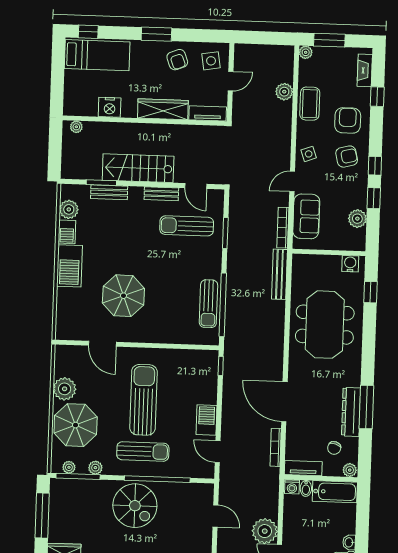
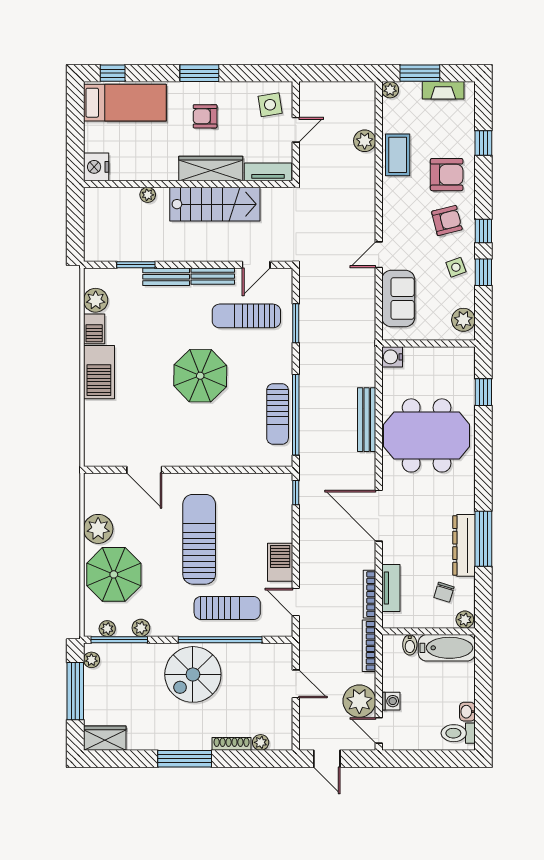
armchair: (177, 60) -> (205, 116), moved, turned 111
fireplace: (365, 70) -> (443, 90), moved, turned -90
nightstand: (110, 107) -> (96, 167), moved, turned 90
armchair: (348, 120) -> (447, 175), turned 90
plant: (76, 127) -> (148, 195), moved
side table: (309, 154) -> (456, 267), moved
stairs: (138, 168) -> (215, 204), moved, turned 180
door: (196, 186) -> (256, 265), hinge flipped
bench: (109, 192) -> (166, 277), moved
plant: (357, 219) -> (463, 320), moved
bookcase: (283, 228) -> (369, 646), moved
water cooler: (350, 264) -> (392, 357), moved, turned -90
bench: (279, 274) -> (367, 420), moved
parasol: (123, 296) -> (200, 376), moved
meeting table: (325, 325) -> (427, 435), turned 90
door: (284, 402) -> (379, 516), moved
sun lounger: (143, 451) -> (227, 608), moved
tv unit: (303, 468) -> (391, 588), moved, turned 90
washing machine: (292, 487) -> (391, 701), moved, turned -90
plant: (56, 491) -> (91, 660), added
spiral stairs: (135, 506) -> (193, 674), turned 90

